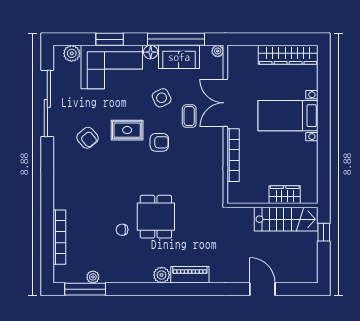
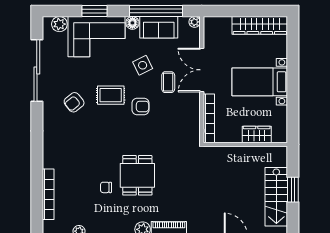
armchair: (88, 138) -> (74, 102), turned 91
wardrobe: (285, 195) -> (257, 134), moved
wall: (272, 205) -> (245, 144), moved
stairs: (286, 219) -> (276, 197), moved, turned 90
window: (324, 232) -> (293, 190), width x1.50

